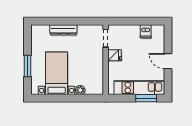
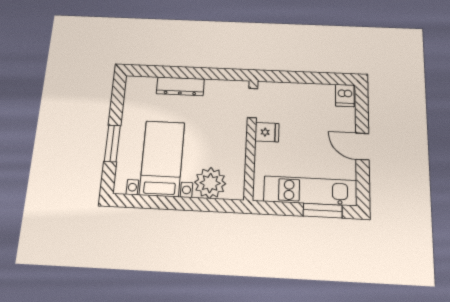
dishwasher: (146, 31) -> (345, 96), moved
plant: (80, 90) -> (210, 183), width x1.87, depth x1.87

